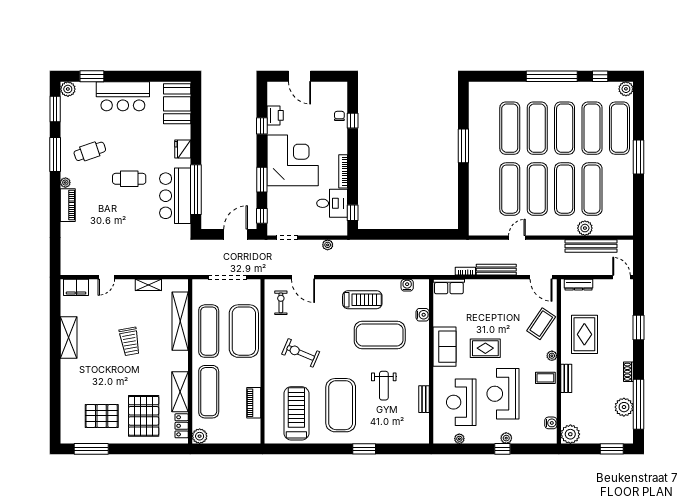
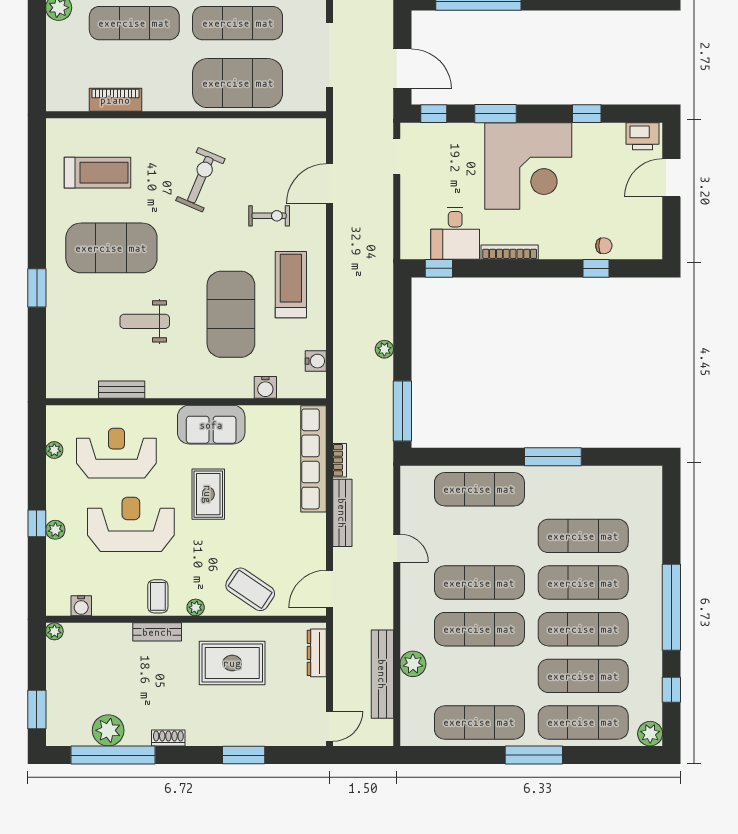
printer: (275, 115) -> (643, 136), moved
exercise mat: (510, 189) -> (479, 489), moved
exercise mat: (592, 189) -> (479, 722), moved
window: (437, 234) -> (402, 411), added
plant: (328, 245) -> (384, 349), moved
row of seats: (449, 286) -> (313, 459), width x2.02
treadmill: (362, 300) -> (291, 285), turned 180
exercise bike: (281, 303) -> (269, 216), moved
treadmill: (296, 413) -> (97, 173), width x0.73, depth x0.73
plant: (570, 434) -> (54, 631), width x0.53, depth x0.53

